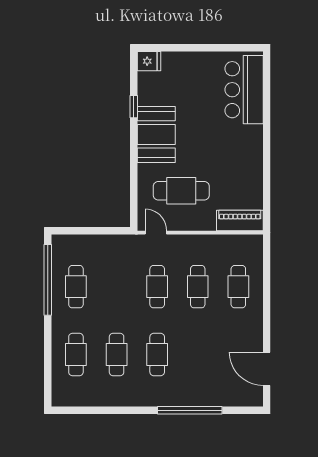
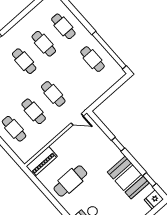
window: (134, 107) -> (150, 180), moved
booth: (156, 134) -> (128, 178), moved
window: (134, 162) -> (118, 144), added
cafe table: (181, 191) -> (70, 181), moved

